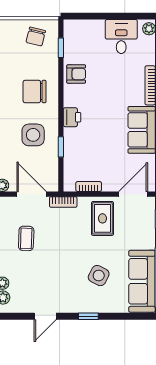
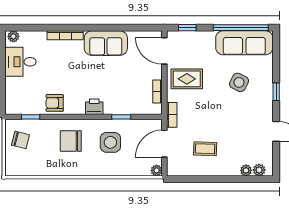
armchair: (76, 74) -> (55, 103), turned -90
chair: (35, 91) -> (71, 141), turned 90

